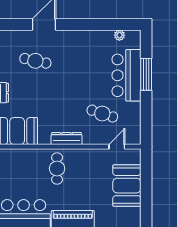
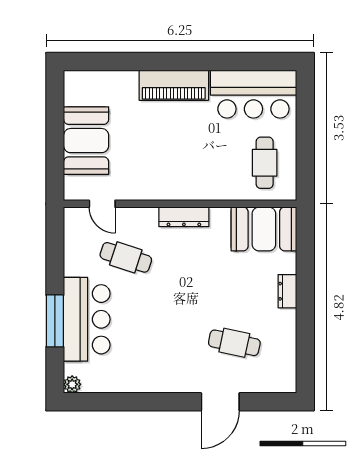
plant: (119, 35) -> (72, 384), moved
door: (117, 147) -> (102, 204), hinge flipped
cafe table: (57, 169) -> (265, 163), moved

